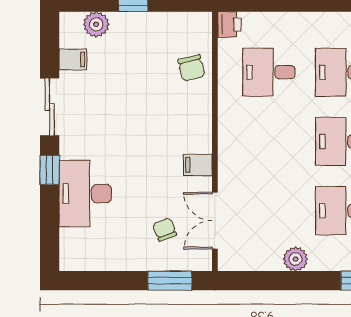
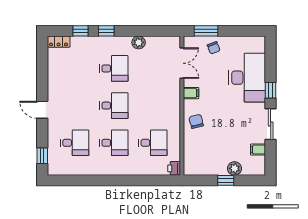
plant: (96, 24) -> (235, 168), moved
chair: (191, 68) -> (196, 121), moved
desk: (85, 194) -> (247, 78), width x1.36, depth x1.30
chair: (165, 230) -> (214, 48), moved

